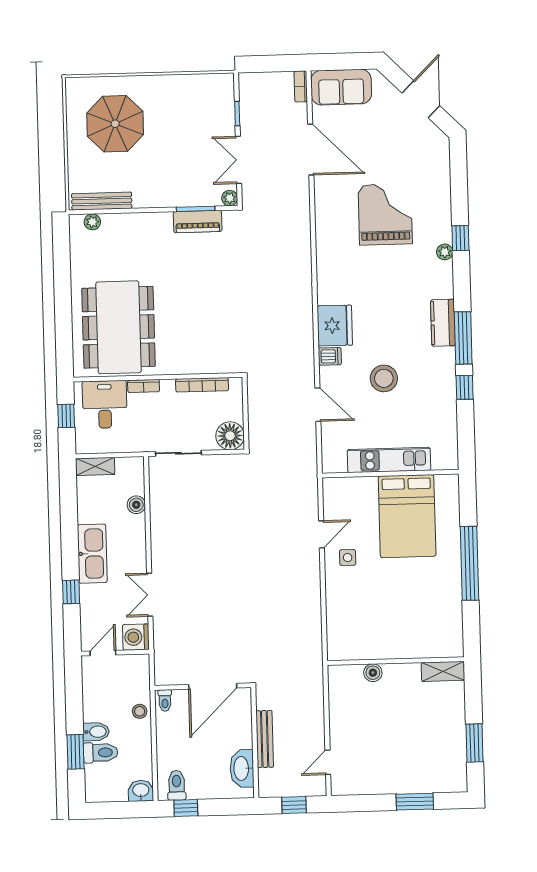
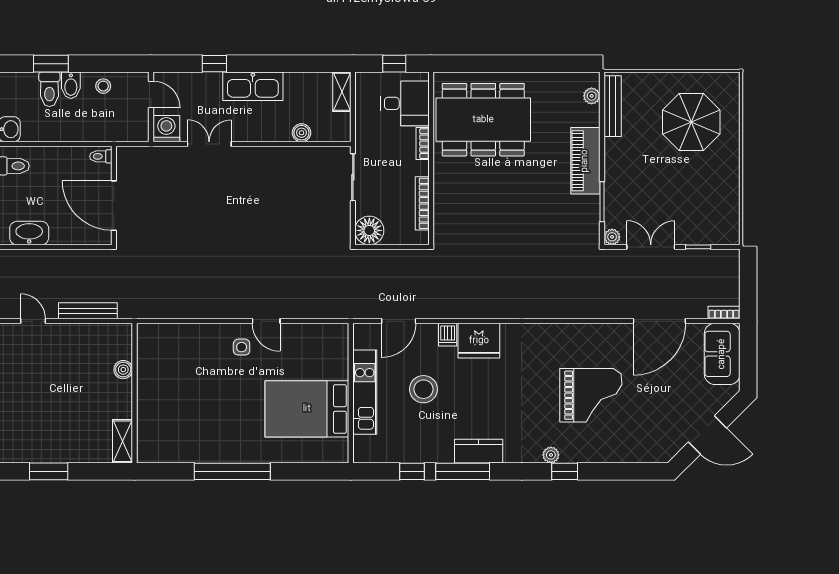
piano: (198, 222) -> (585, 161), moved, width x1.37, depth x1.33
kitchen unit: (389, 460) -> (365, 392), moved
wall: (390, 474) -> (351, 393), moved
bed: (407, 516) -> (307, 409), moved
stool: (140, 711) -> (103, 86), moved
bench: (265, 739) -> (88, 311), moved

